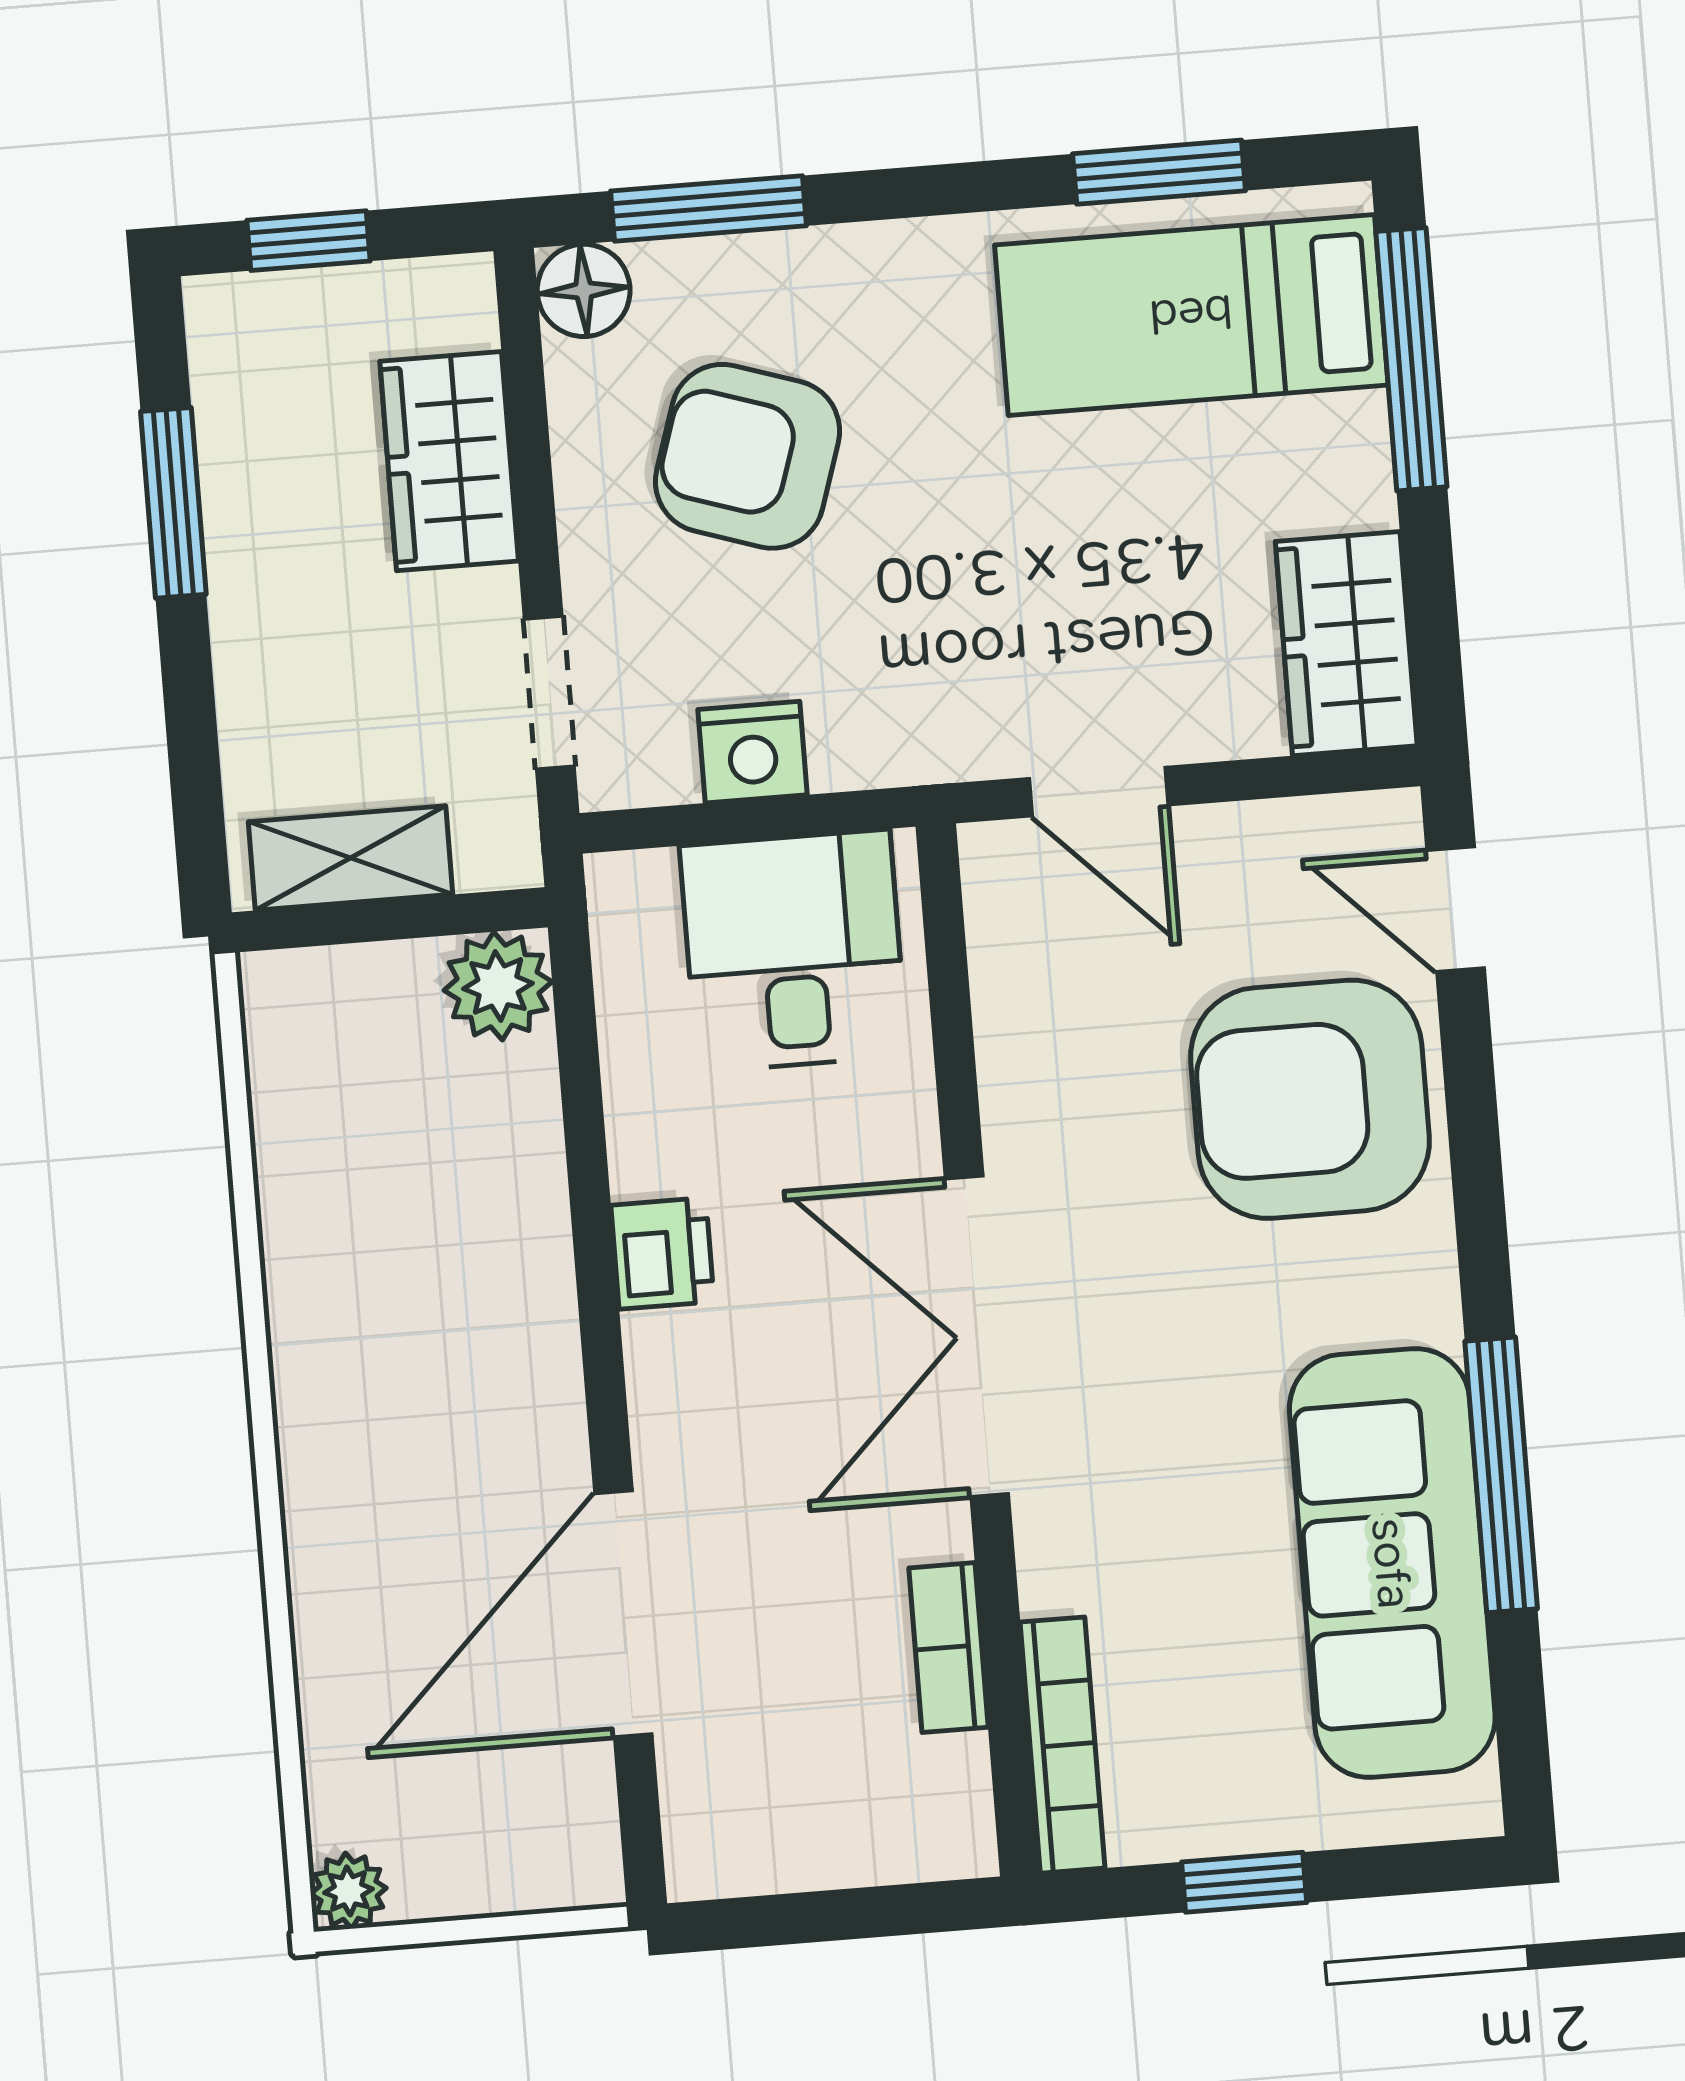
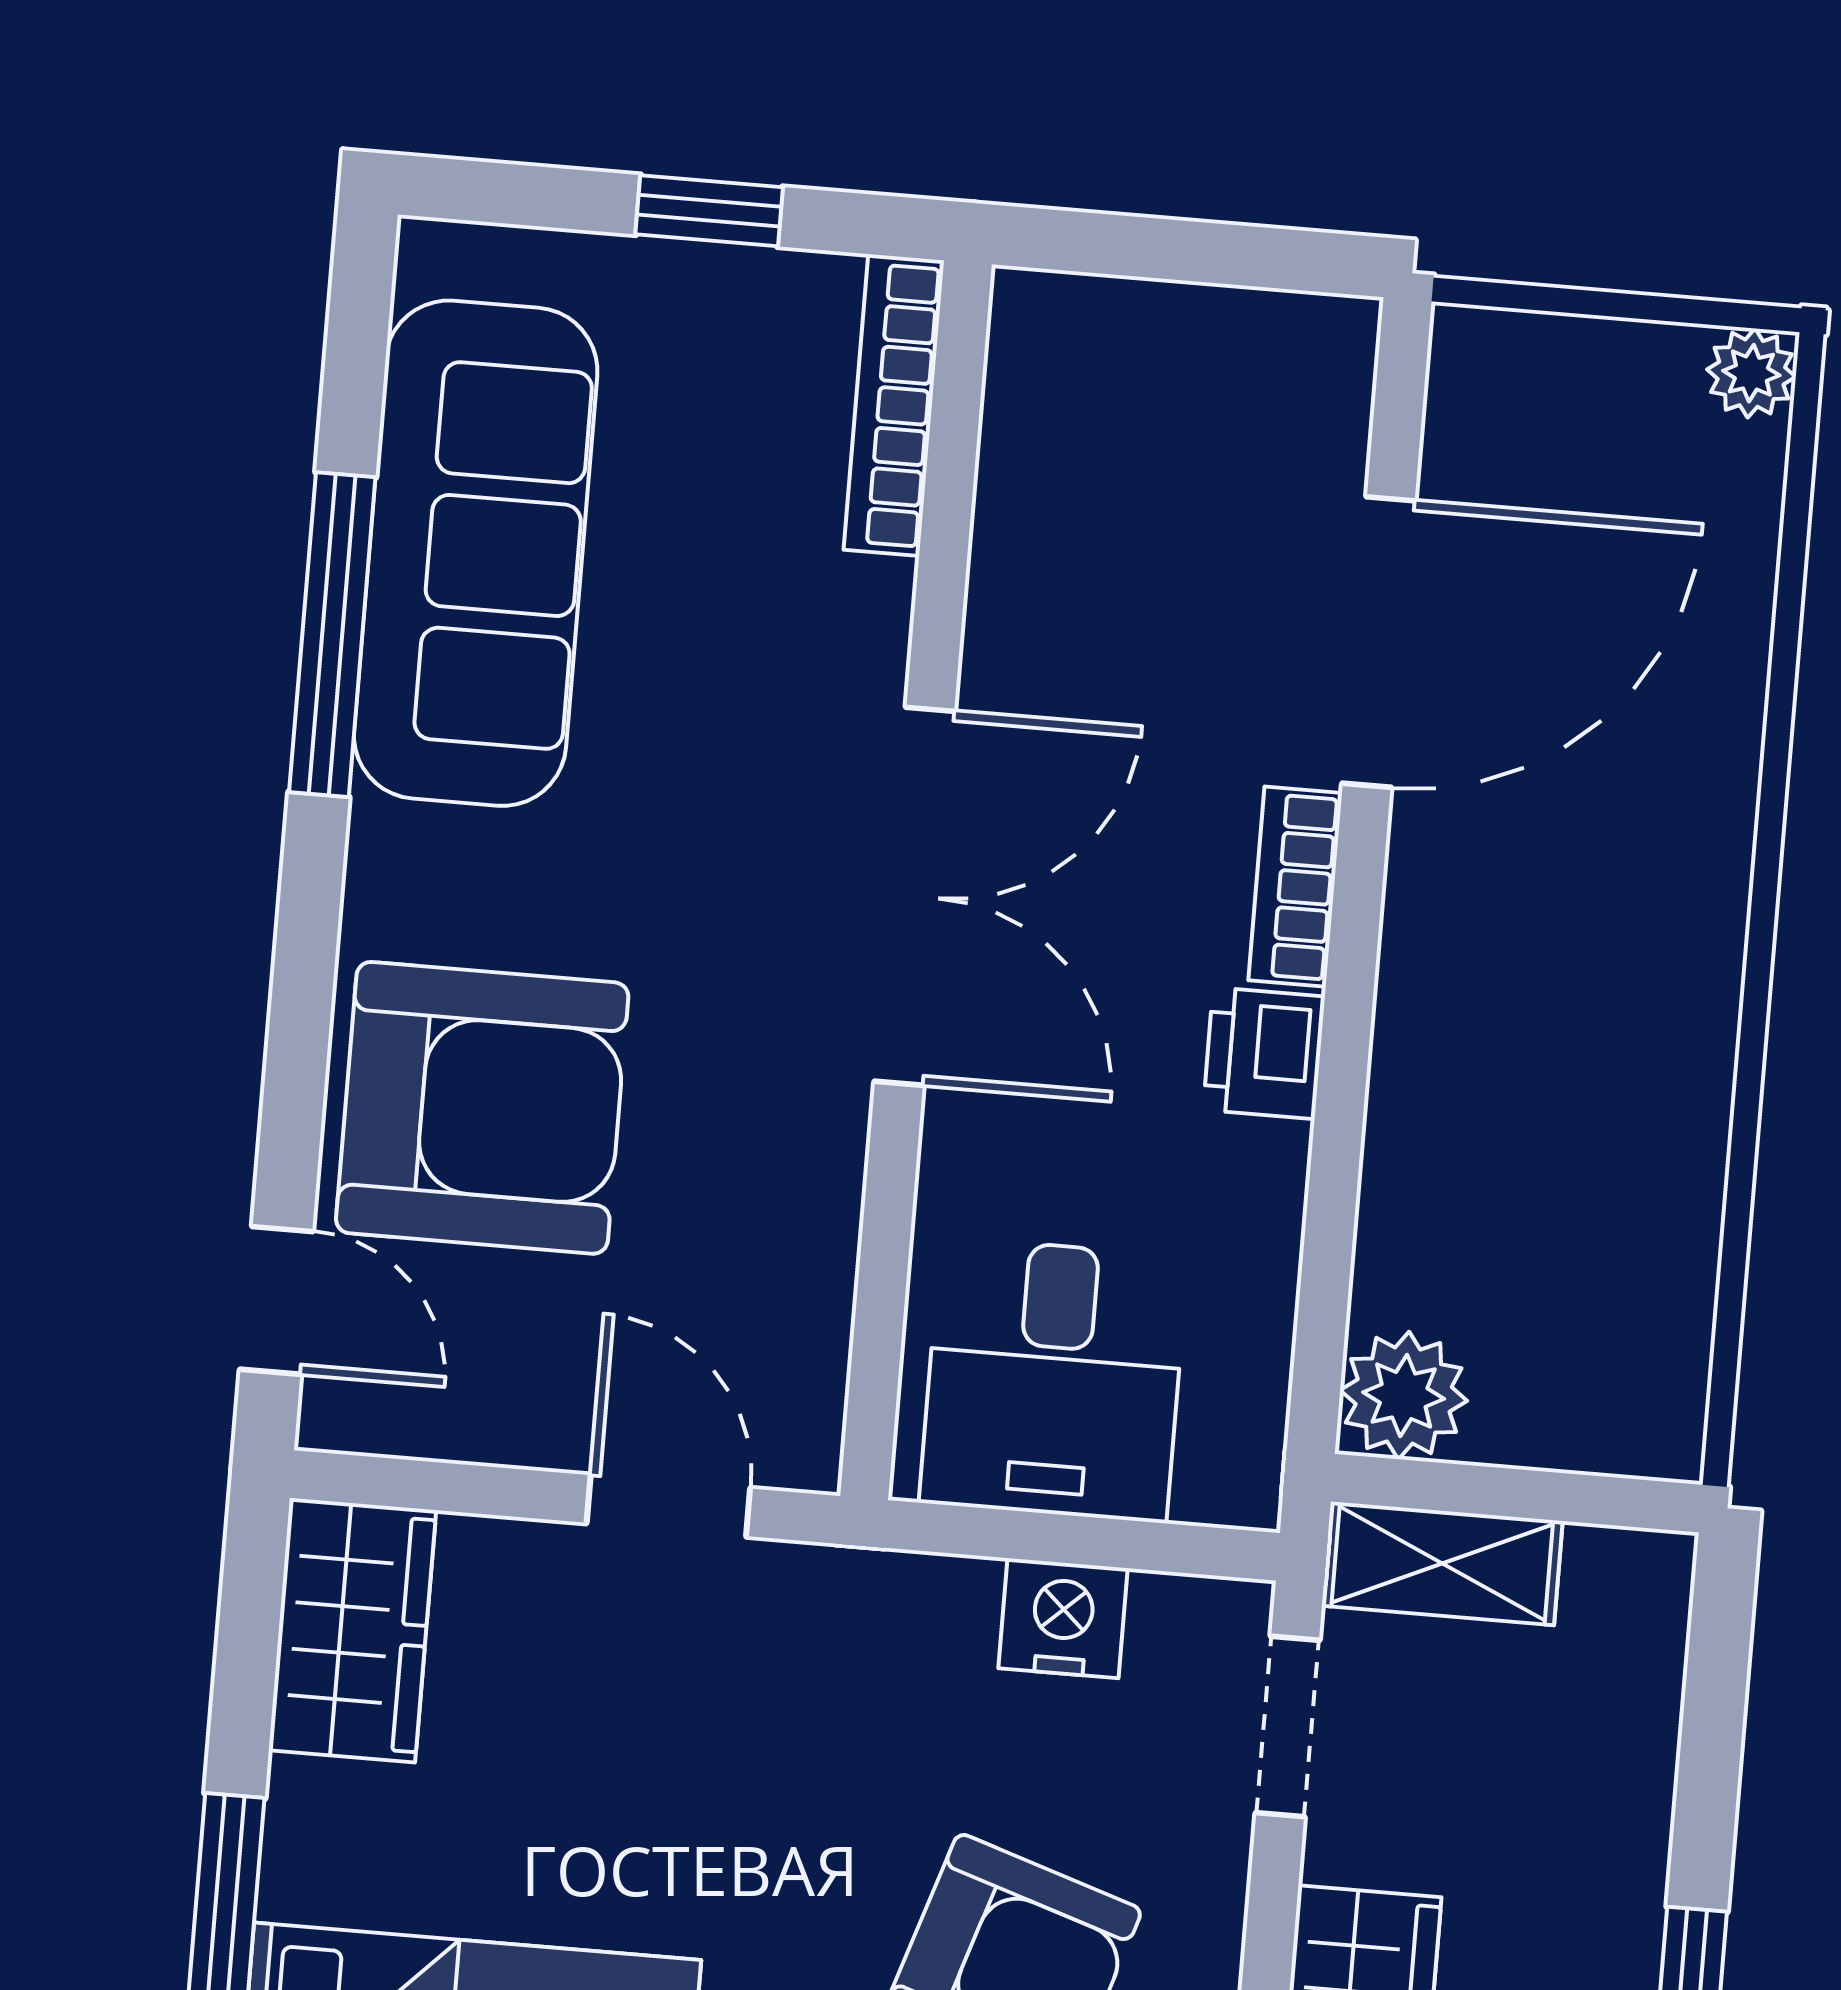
shelving: (351, 858) -> (1442, 1563), moved
bookcase: (948, 1648) -> (1295, 887), moved, turned 180

